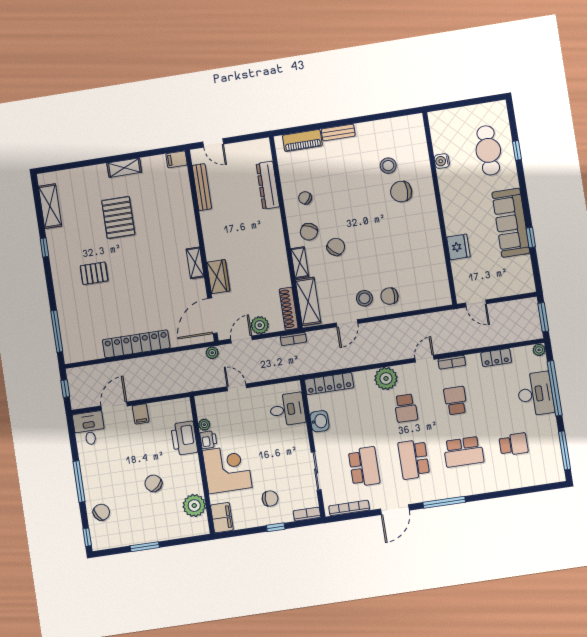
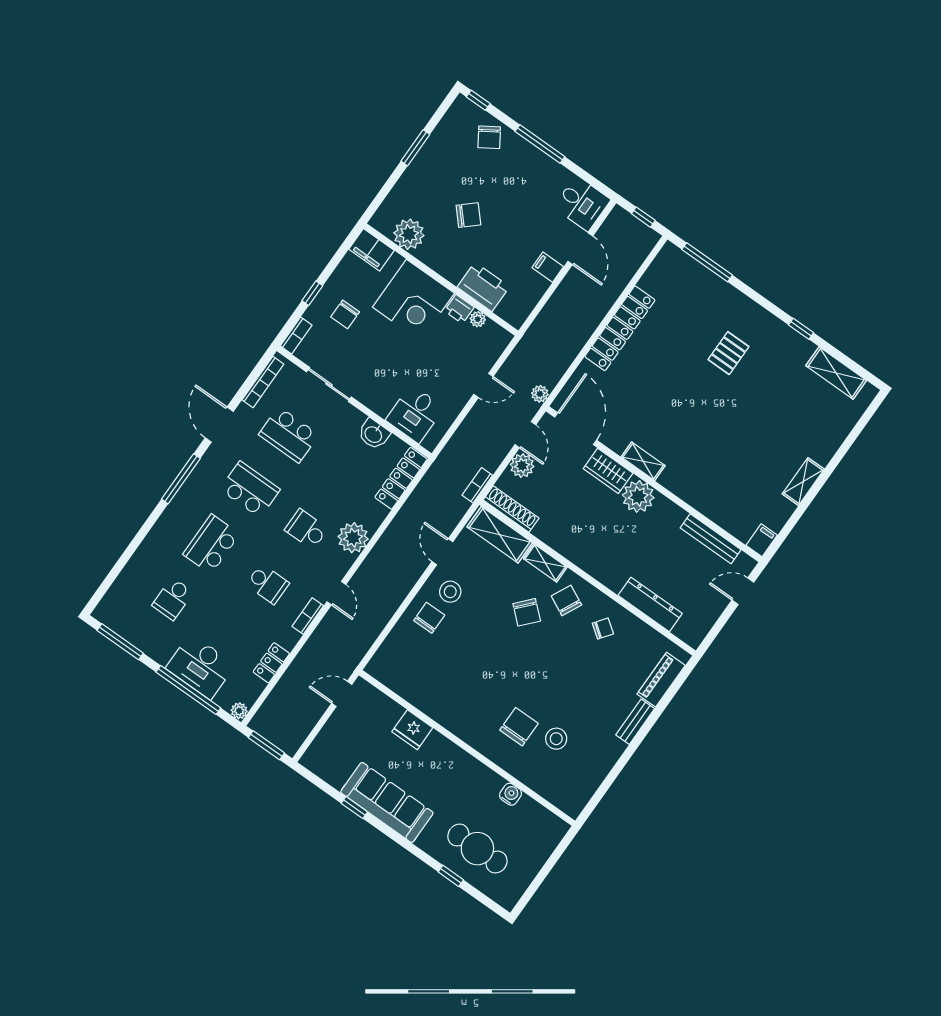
pallet: (118, 217) -> (760, 429), removed
plant: (216, 247) -> (638, 496), added

